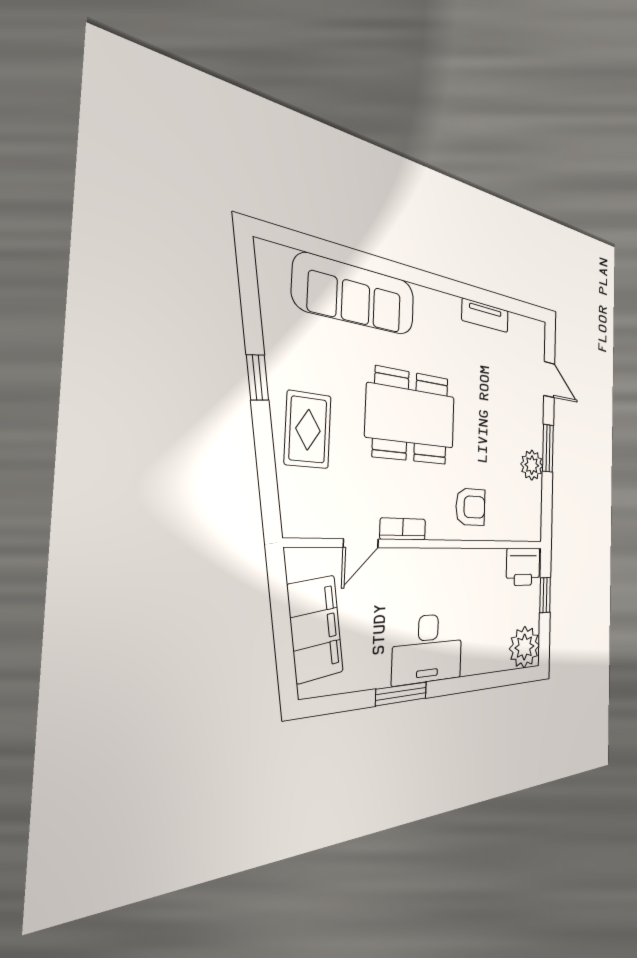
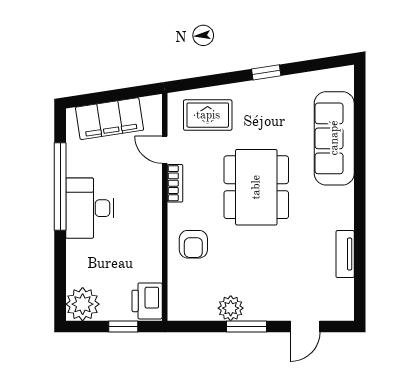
rug: (308, 430) -> (208, 115), moved
window: (401, 694) -> (60, 186), width x2.11

